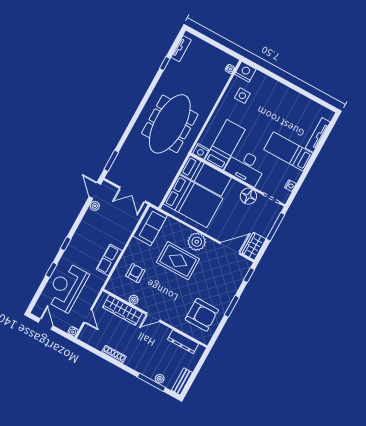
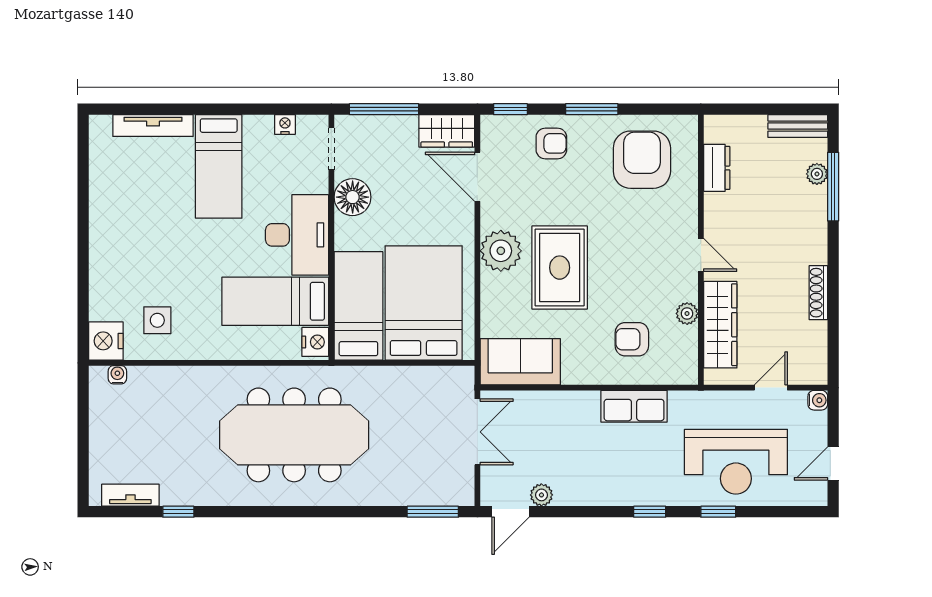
armchair: (227, 284) -> (551, 143), added
dresser: (183, 342) -> (717, 168), width x0.70

